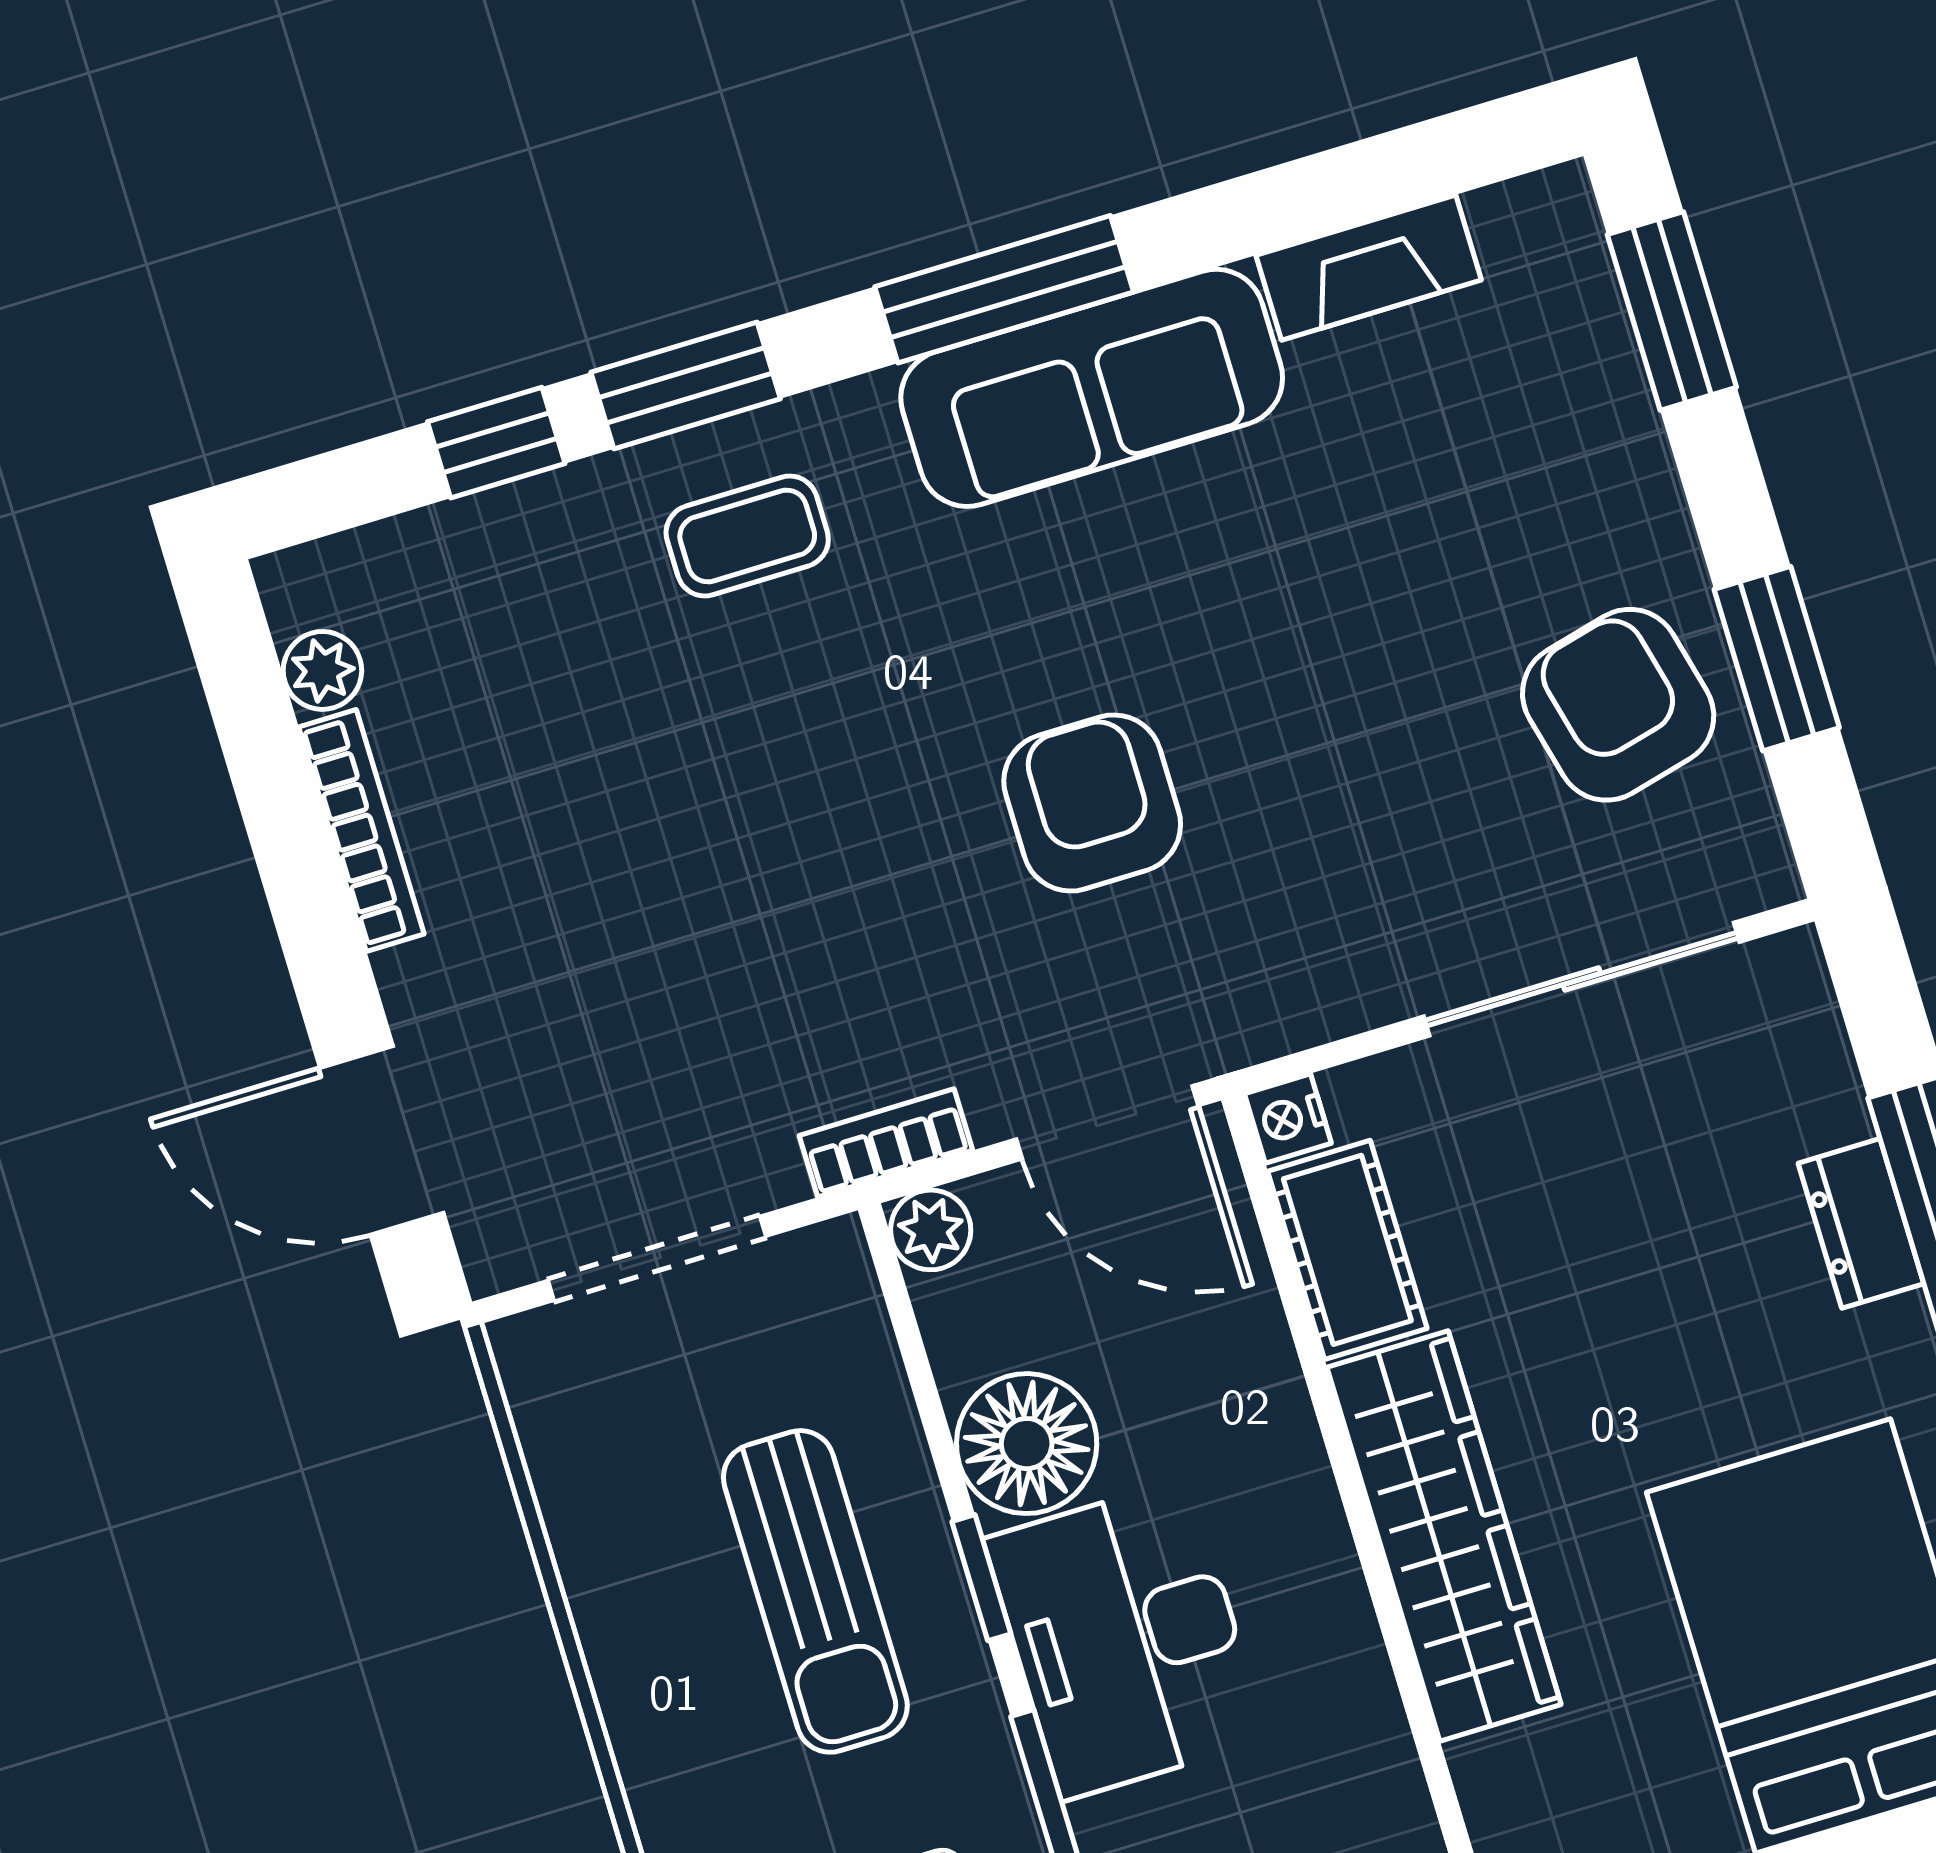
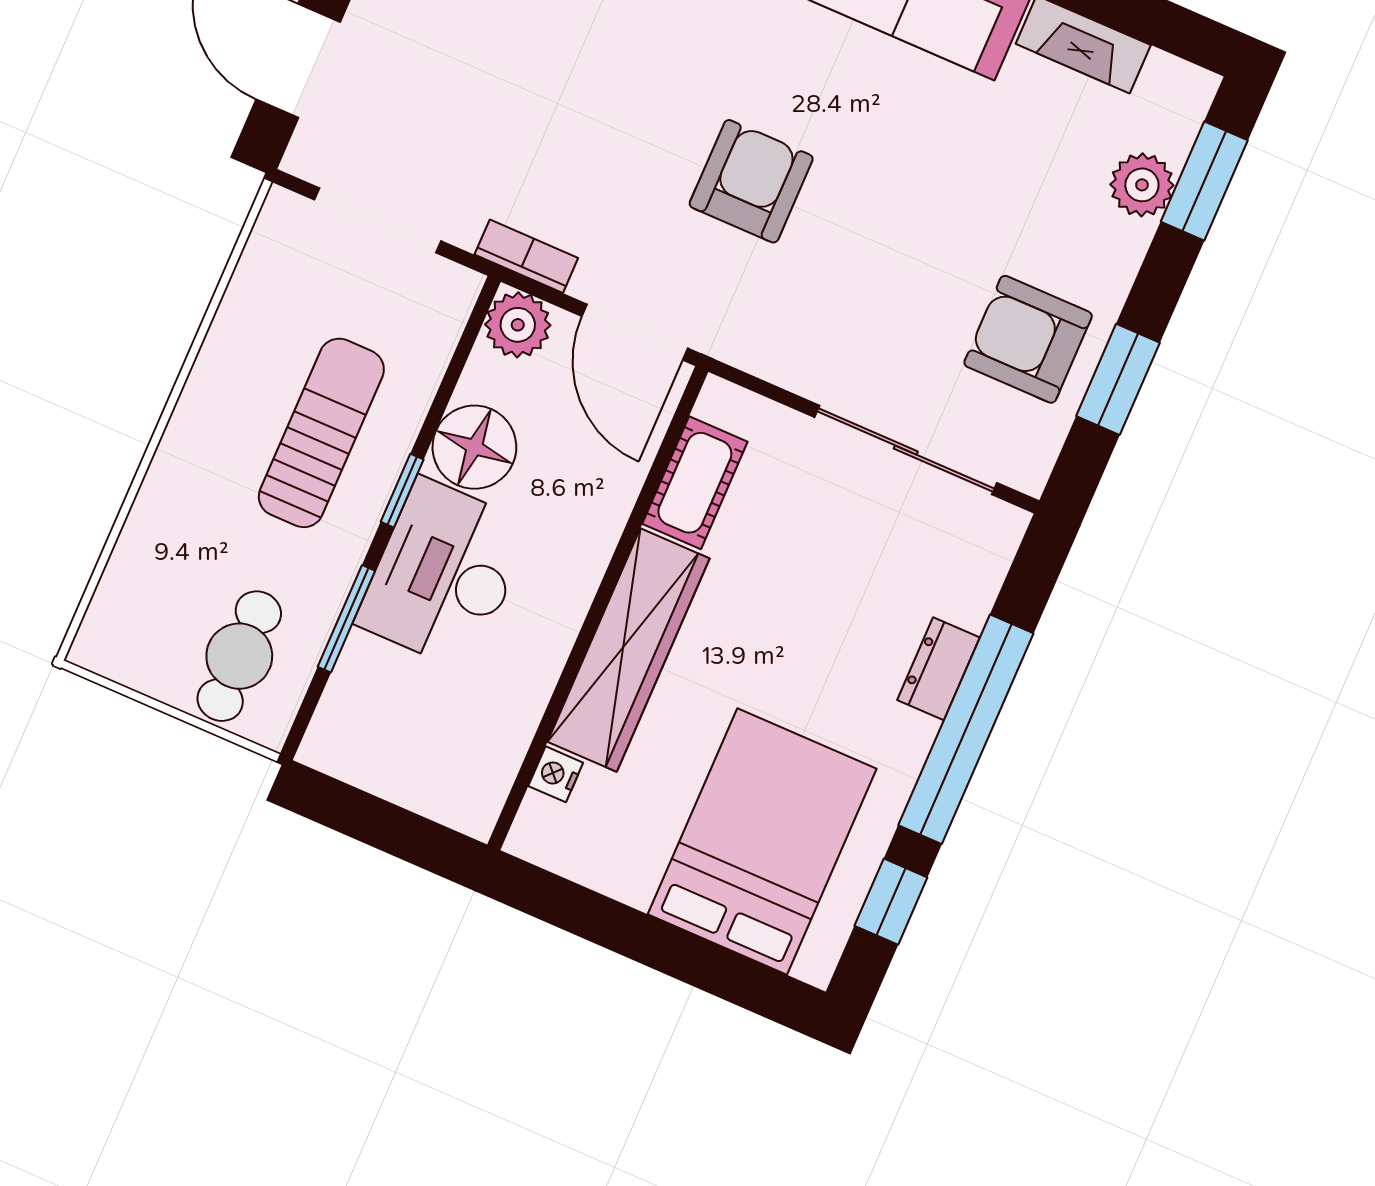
plant: (1596, 384) -> (1142, 185), added
armchair: (1618, 705) -> (1028, 339), turned -76
nightstand: (1288, 1118) -> (556, 774), moved
plant: (931, 1230) -> (518, 325), width x1.38, depth x1.38
sun lounger: (815, 1591) -> (321, 433), turned 180

